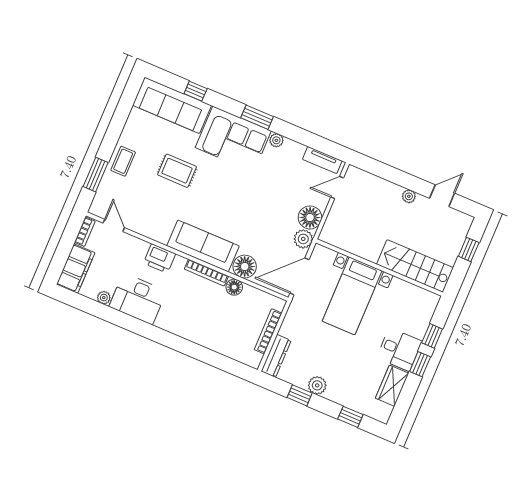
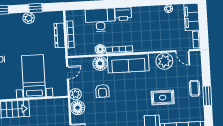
window: (96, 175) -> (207, 96), moved
plant: (148, 223) -> (164, 61), added
armchair: (261, 224) -> (102, 91), added
printer: (160, 258) -> (123, 14), moved, turned 180
door: (299, 276) -> (68, 73), width x0.53
desk: (138, 299) -> (100, 20), moved
dresser: (276, 356) -> (60, 35), moved

